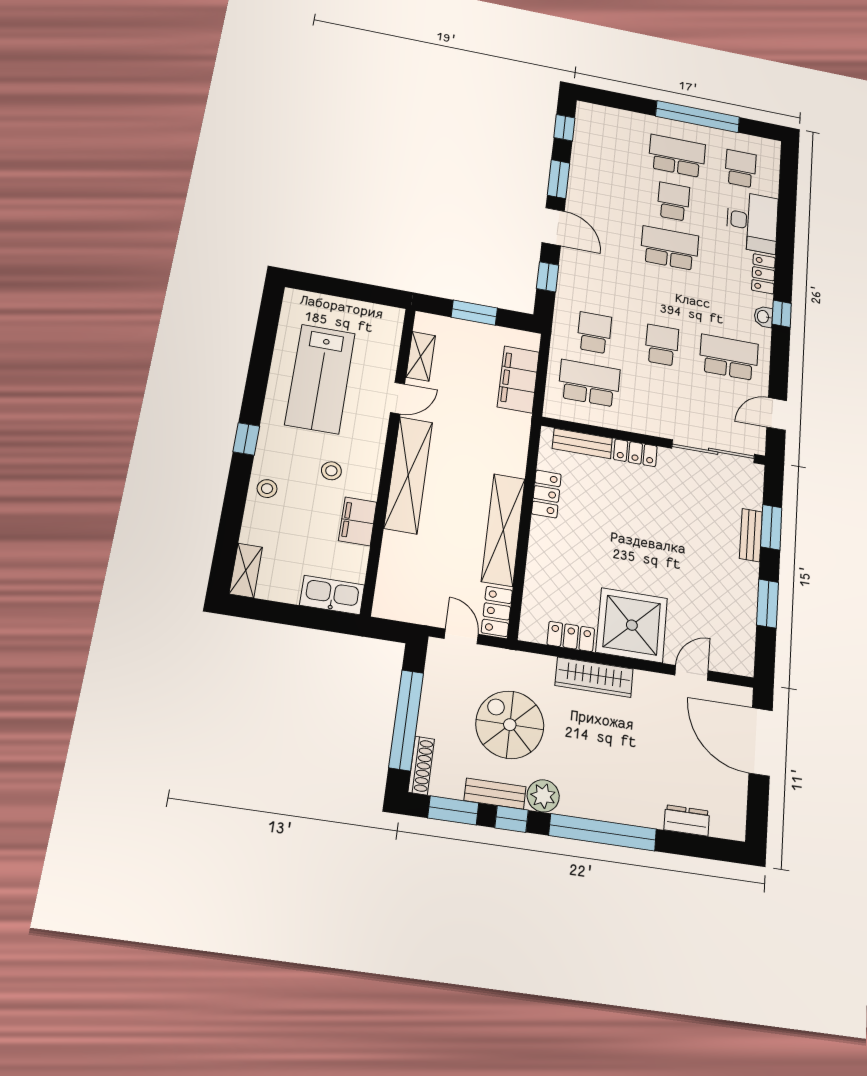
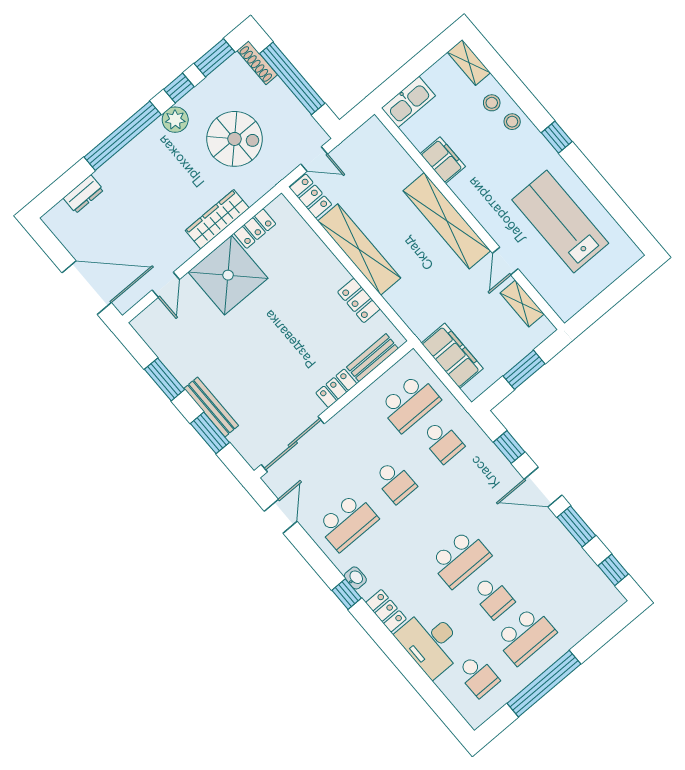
stool: (331, 471) -> (492, 103), moved
bench: (751, 535) -> (211, 407), width x1.36
bench: (495, 794) -> (202, 92), removed

